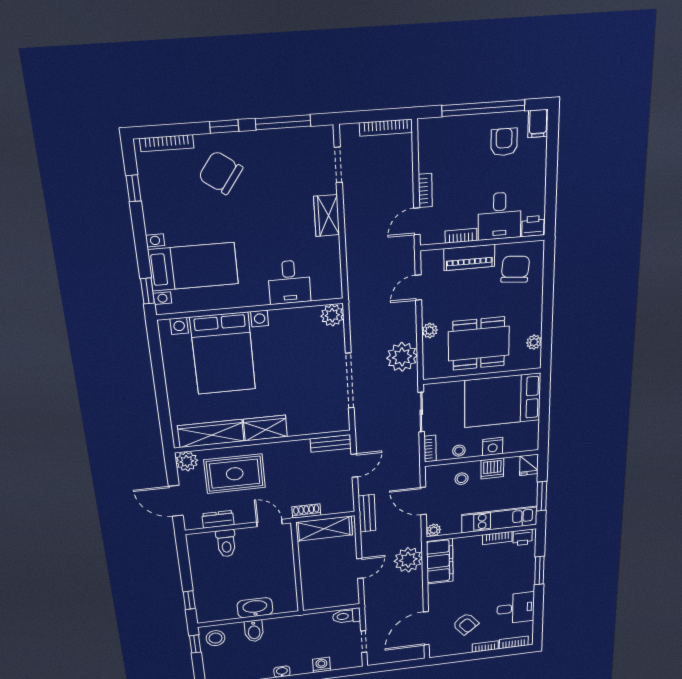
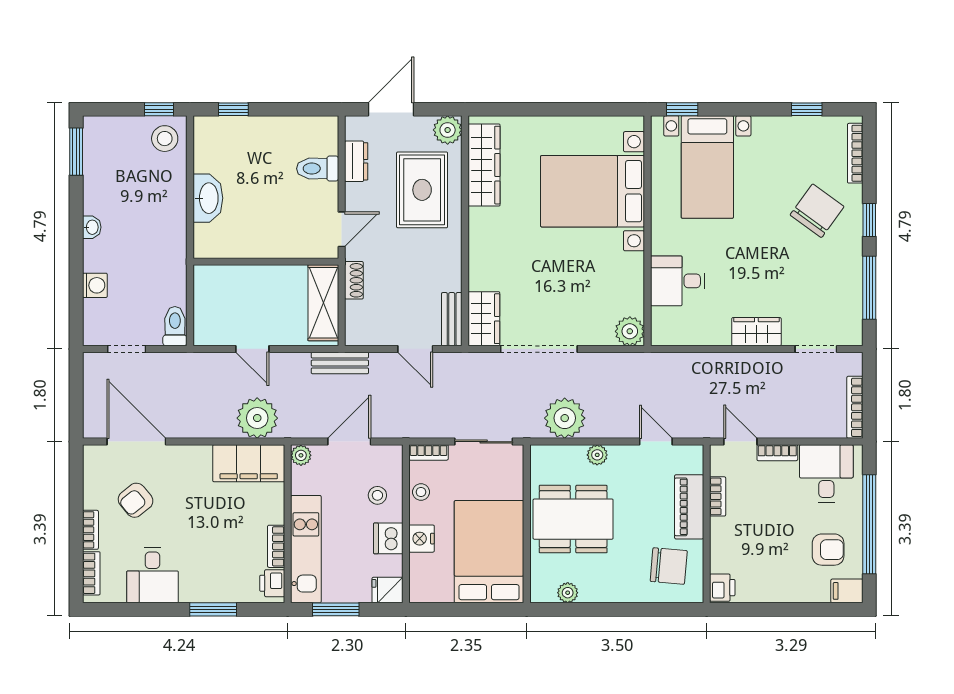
desk: (500, 216) -> (826, 473), moved, turned 90
dining table: (479, 344) -> (573, 519), turned 90
wardrobe: (265, 428) -> (484, 319), moved
bidet: (254, 631) -> (169, 193), removed

